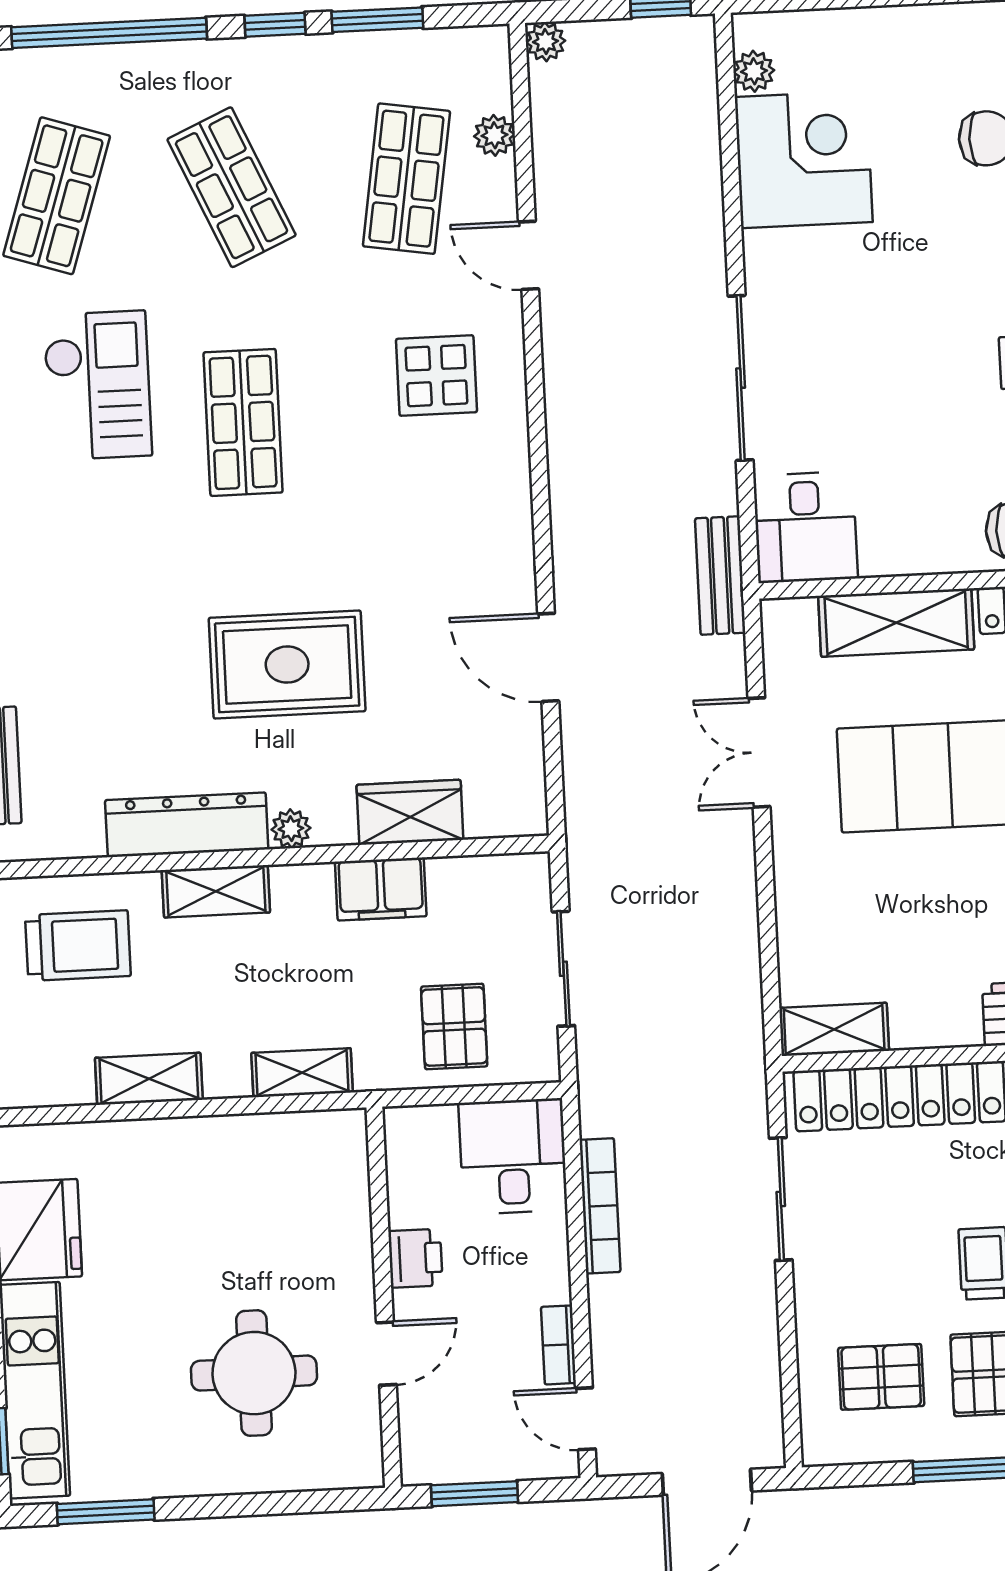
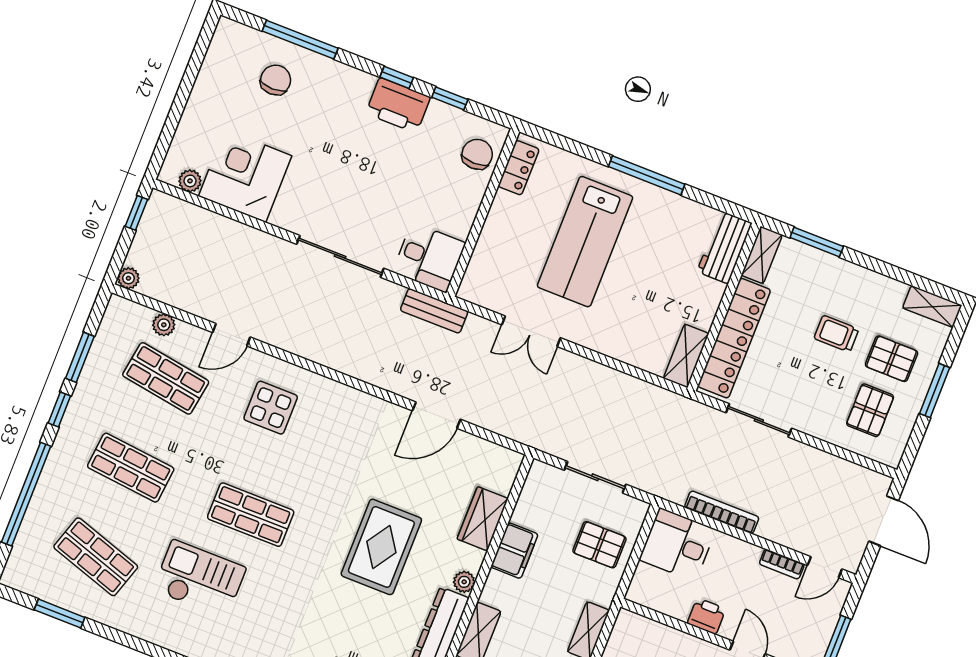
shop shelf: (232, 187) -> (131, 468), turned 30
shelving: (896, 623) -> (497, 234), removed

